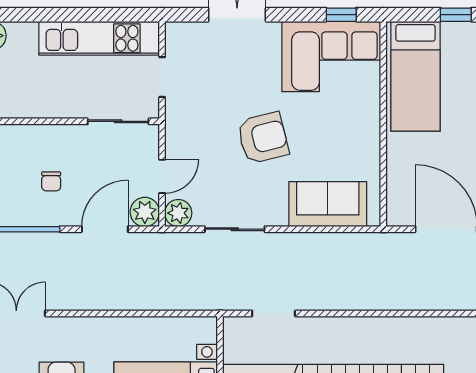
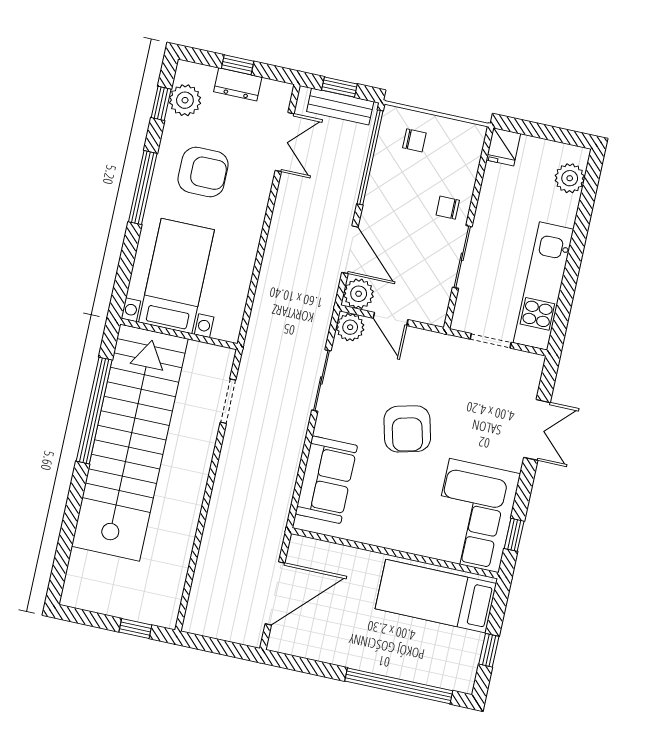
sliding door: (118, 121) -> (462, 257), moved
chair: (51, 181) -> (448, 208), moved

